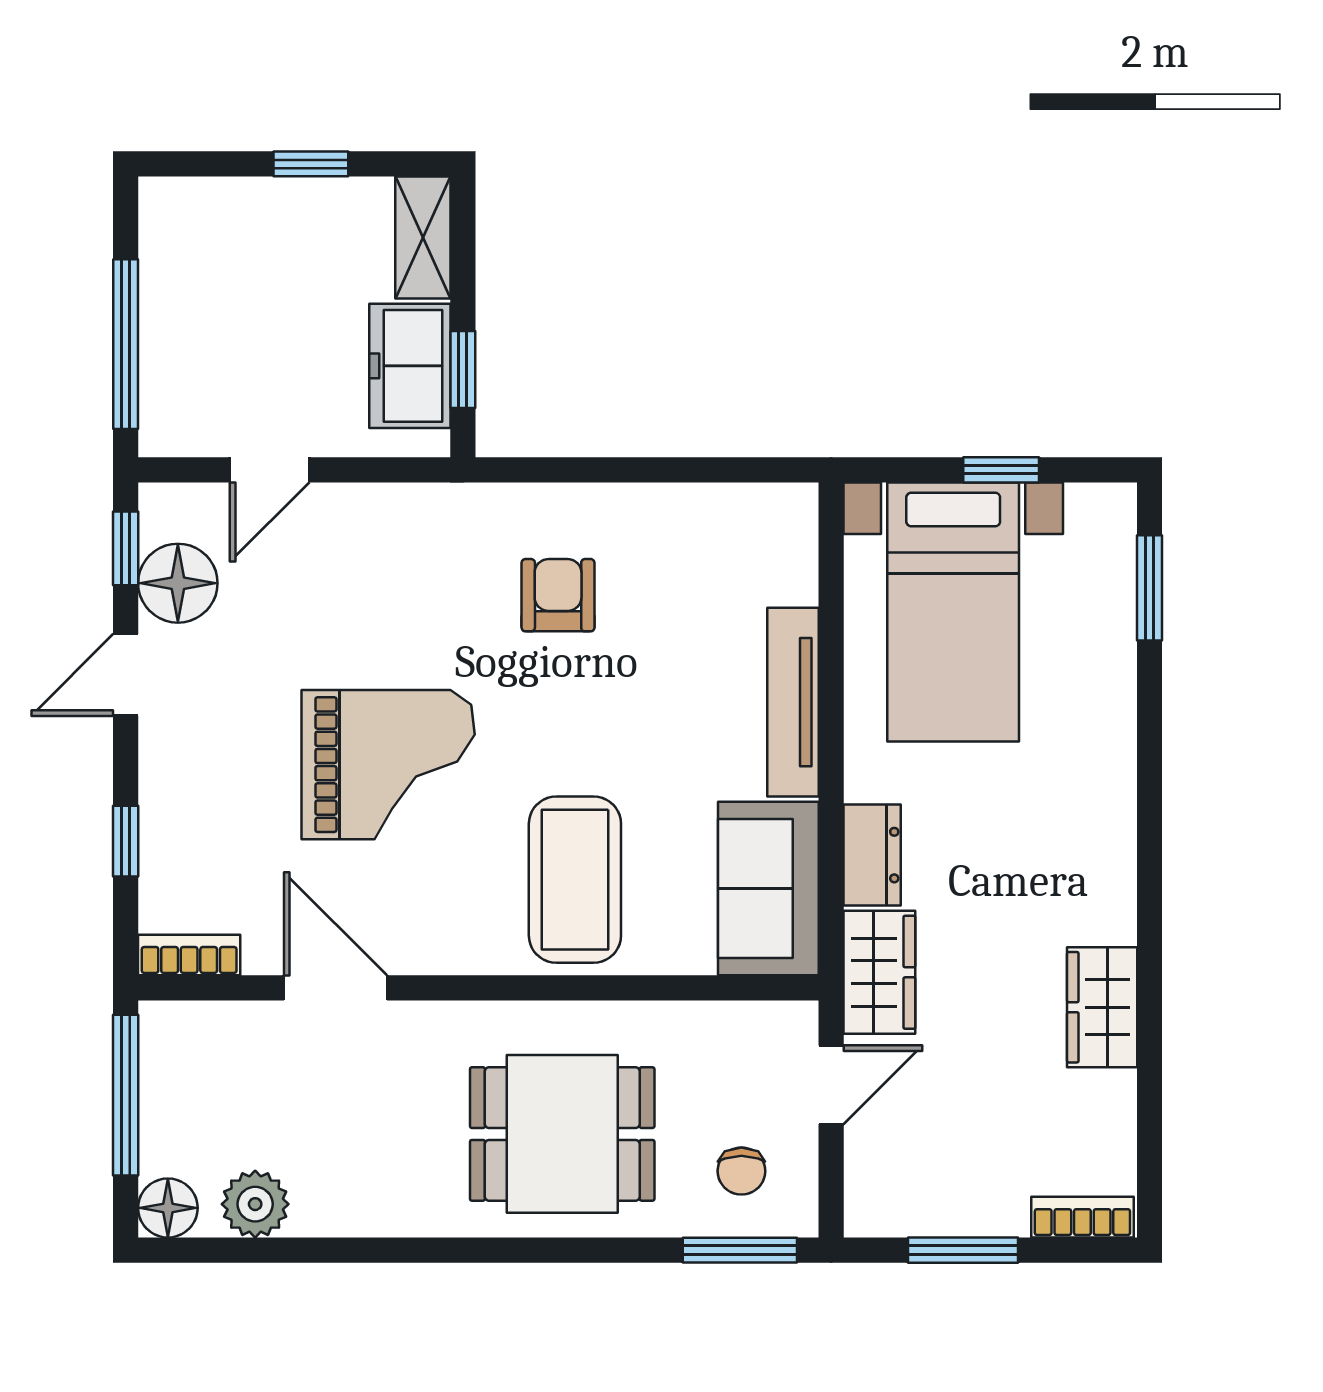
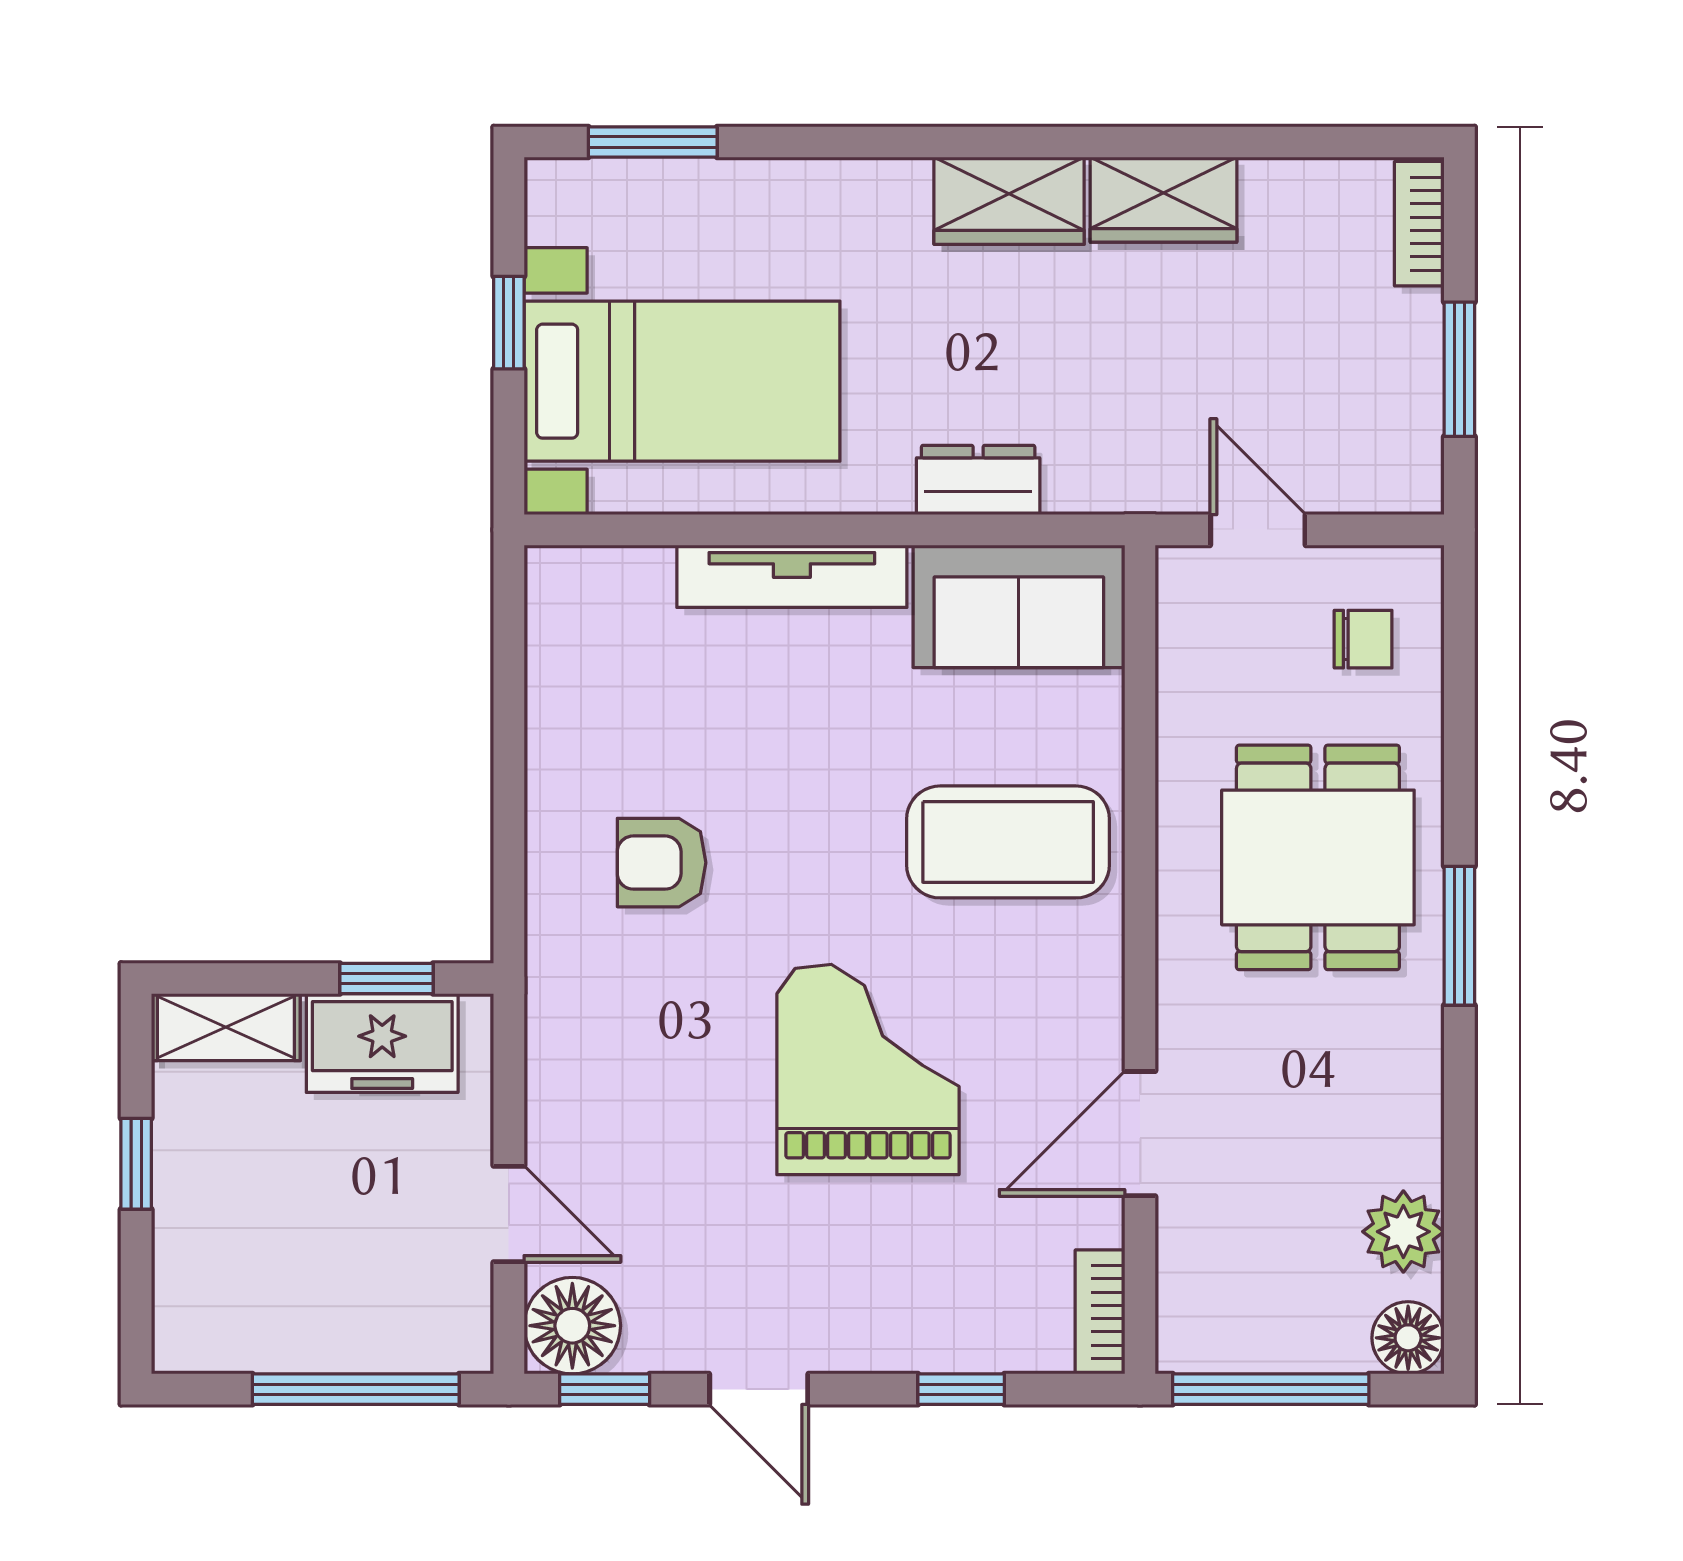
floor lamp: (178, 583) -> (572, 1326), moved
wardrobe: (879, 972) -> (1009, 201), moved, turned 180
window: (740, 1250) -> (1459, 936), moved

